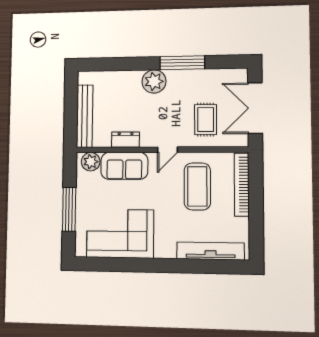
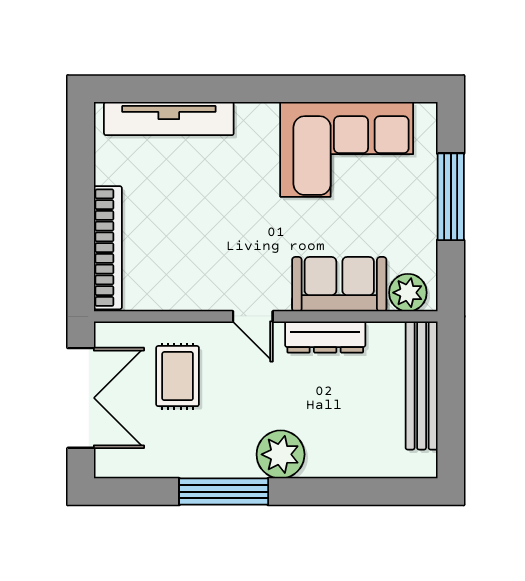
dresser: (125, 140) -> (325, 337), width x1.44
door: (168, 150) -> (253, 316), swing flipped
coffee table: (197, 186) -> (194, 244), removed

